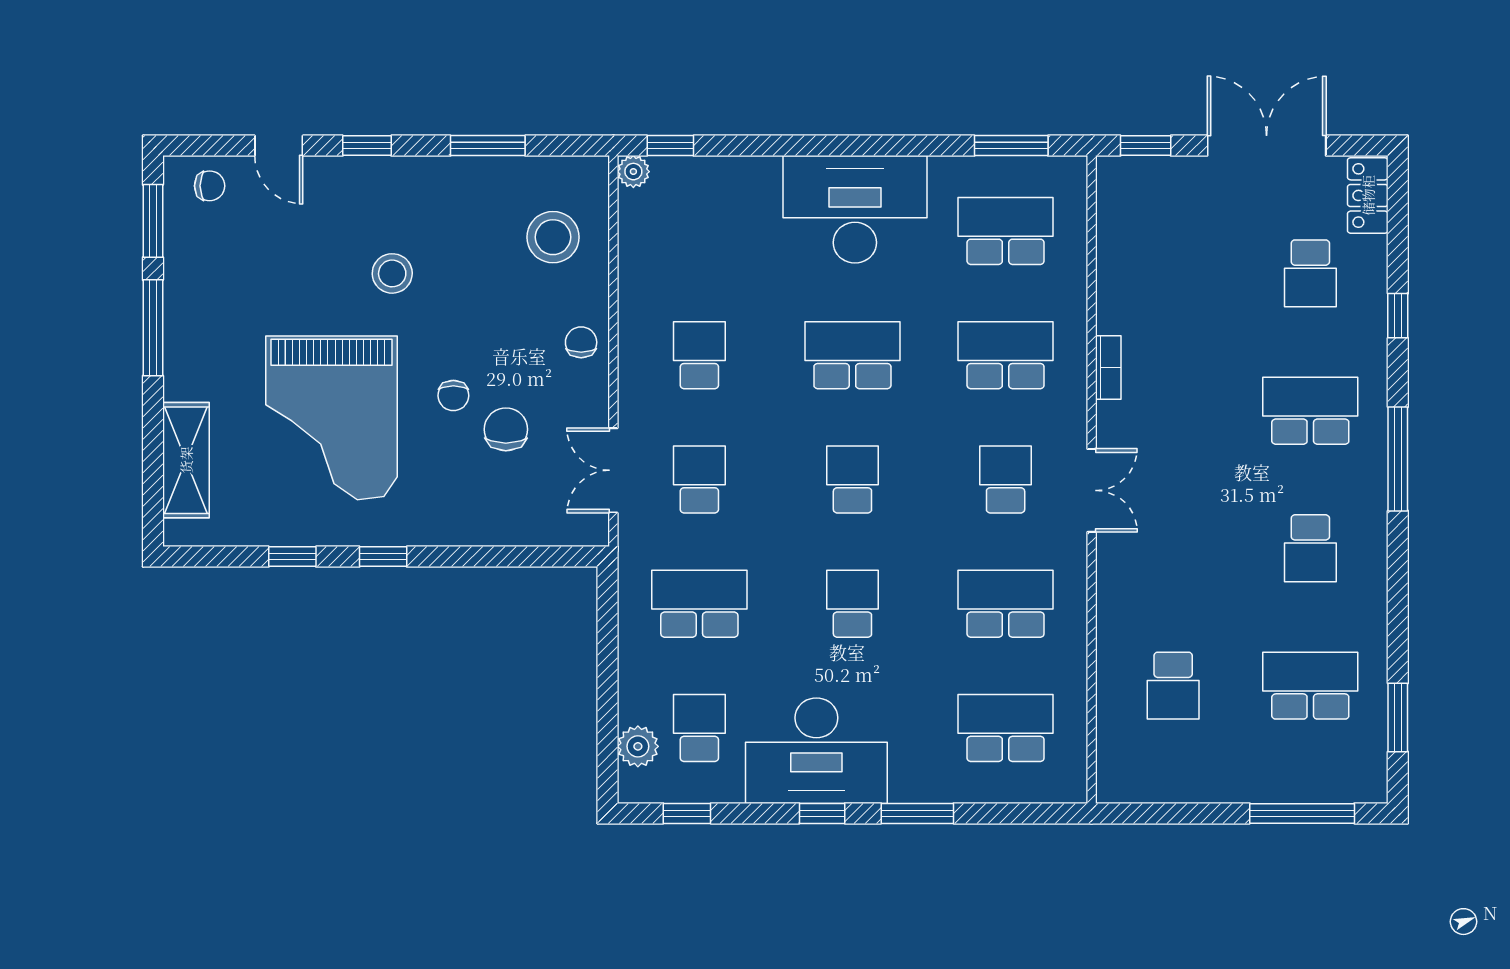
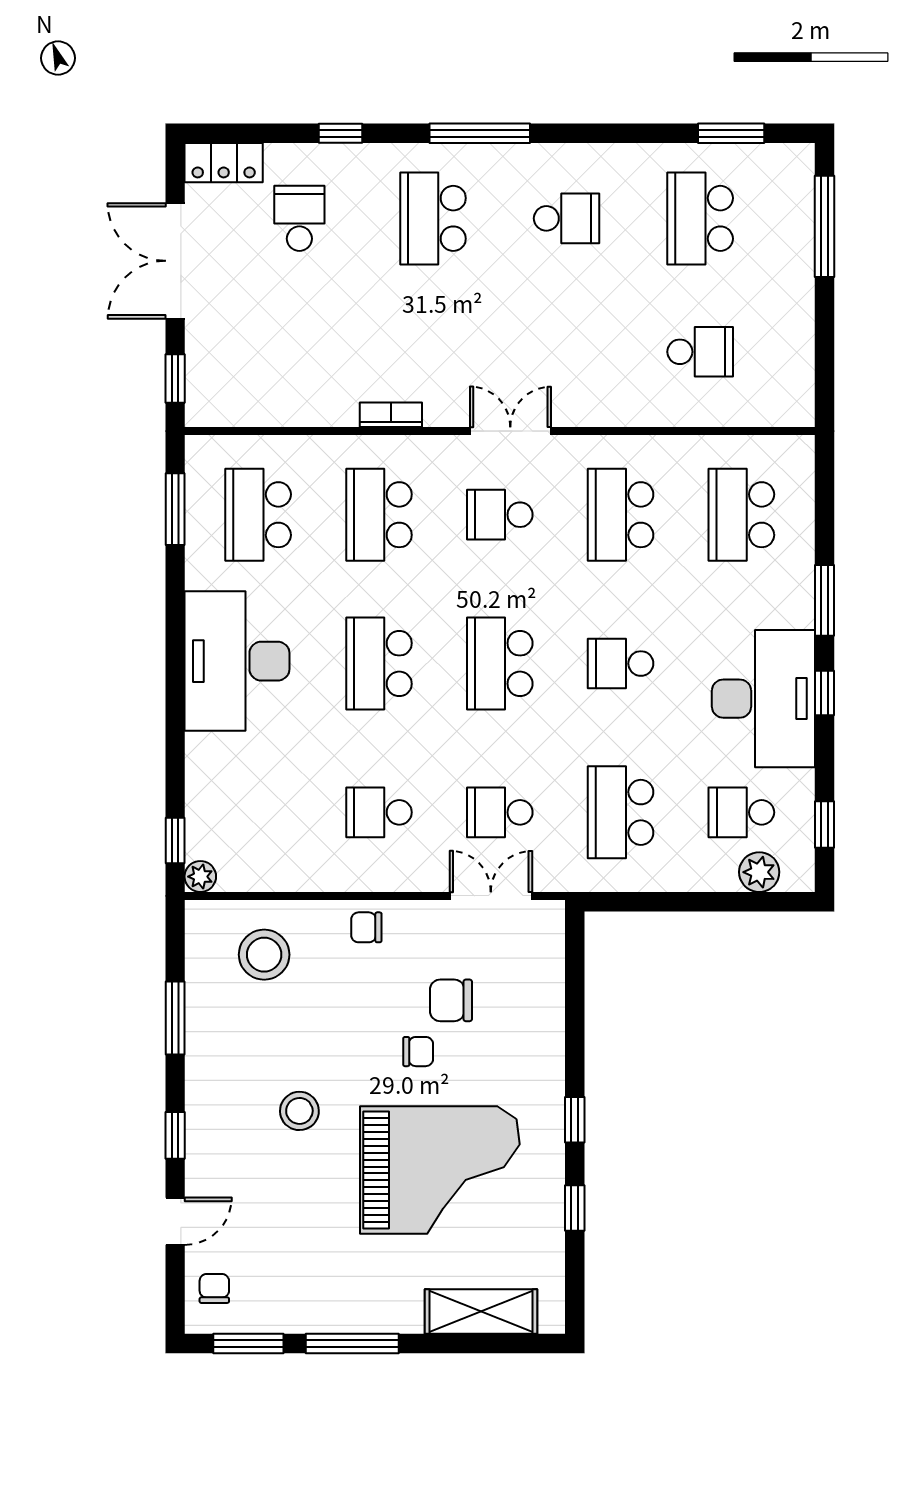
school desk: (1310, 273) -> (299, 218), turned -90
double door: (613, 470) -> (491, 896), swing flipped
school desk: (852, 480) -> (500, 664), width x1.85

